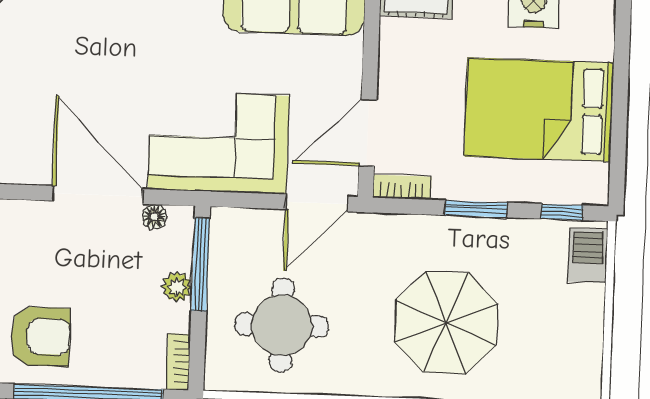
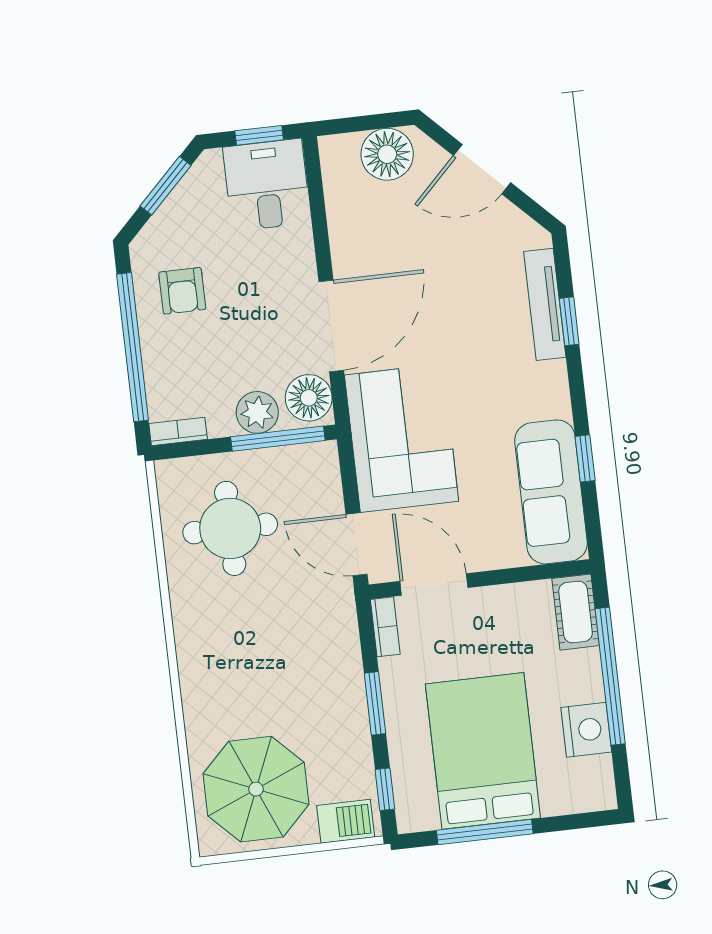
window: (619, 120) -> (485, 832), added
floor lamp: (154, 217) -> (309, 398), width x1.89, depth x1.89
plant: (177, 287) -> (257, 412), width x1.38, depth x1.38
parasol: (446, 323) -> (256, 789), moved
armchair: (40, 337) -> (182, 291), width x0.72, depth x0.72

